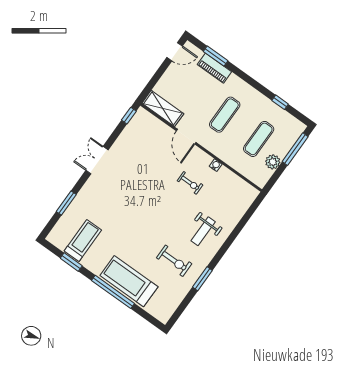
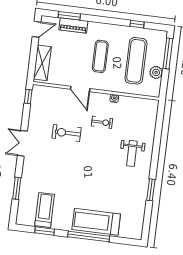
shelving: (163, 108) -> (42, 63), moved, turned 90
exercise mat: (259, 139) -> (136, 61), width x1.36, depth x1.45
exercise bike: (174, 261) -> (67, 133), moved, turned 180

